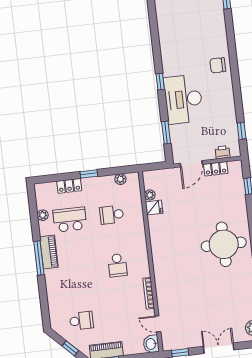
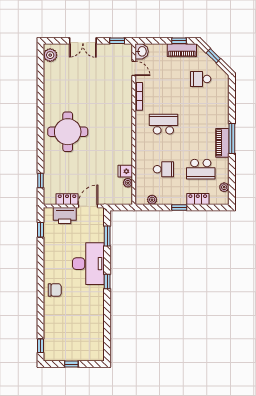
printer: (223, 152) -> (65, 216), width x1.87, depth x1.48
plant: (43, 215) -> (224, 187), moved
school desk: (117, 265) -> (163, 124), width x1.85

